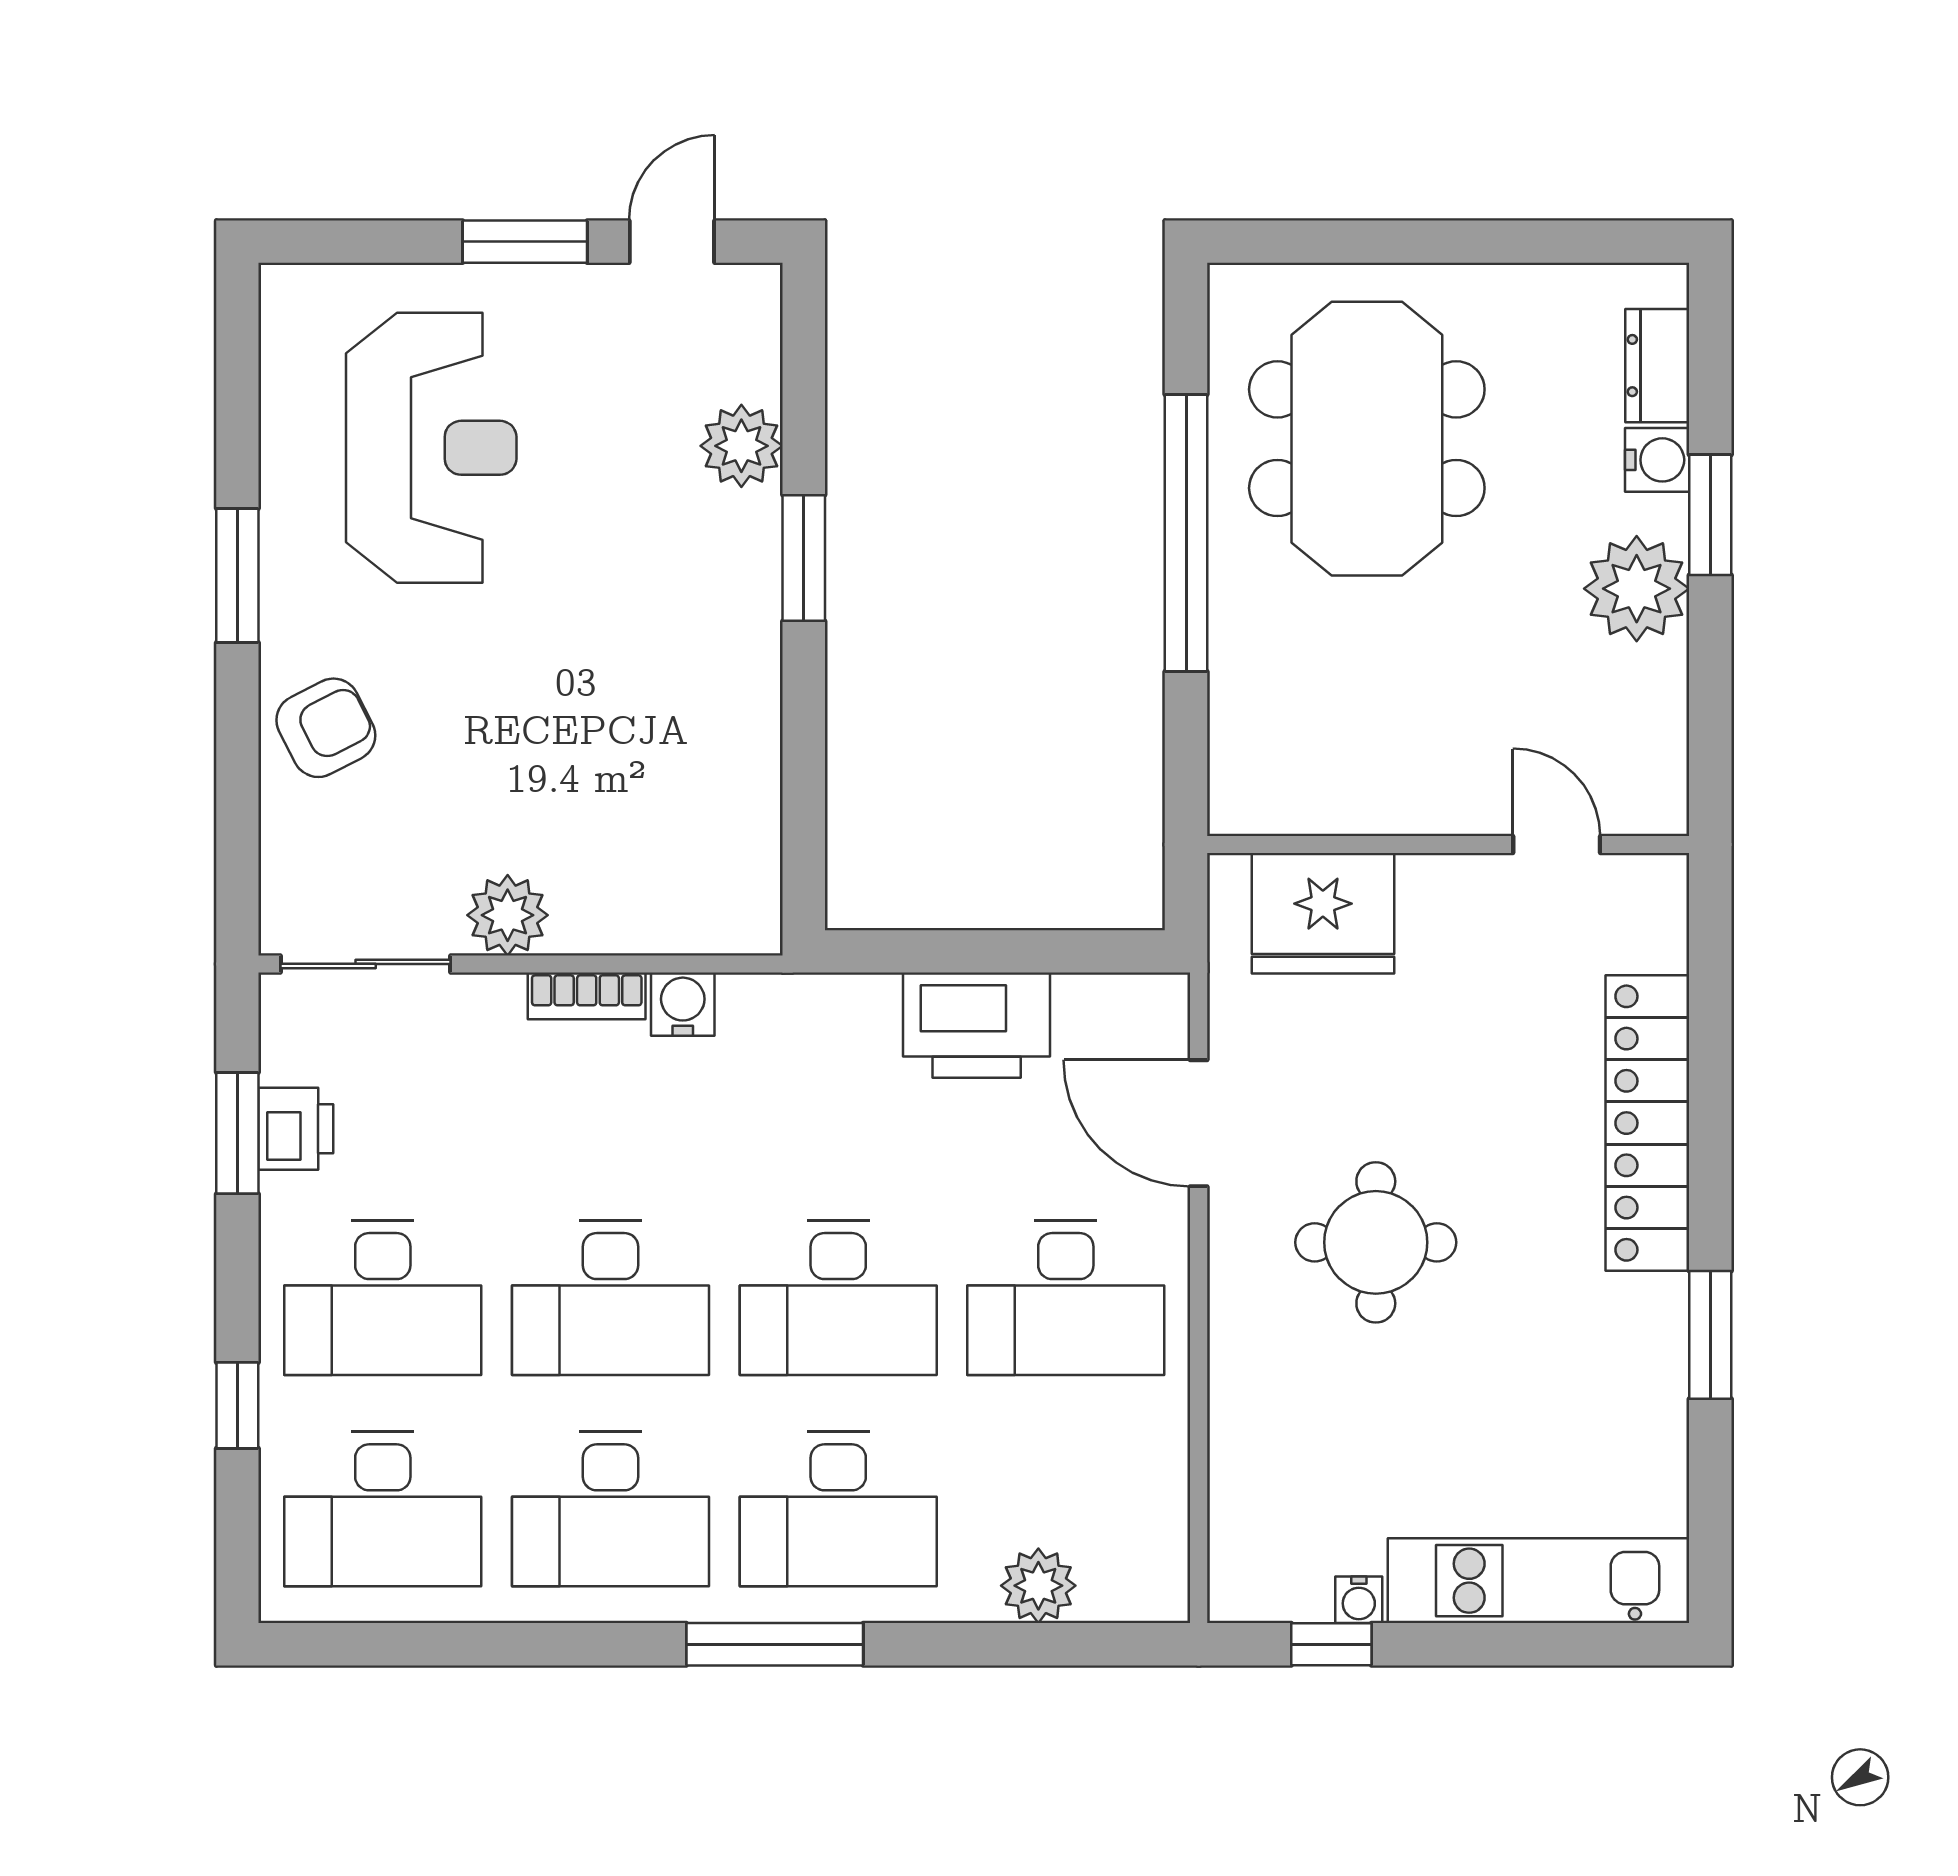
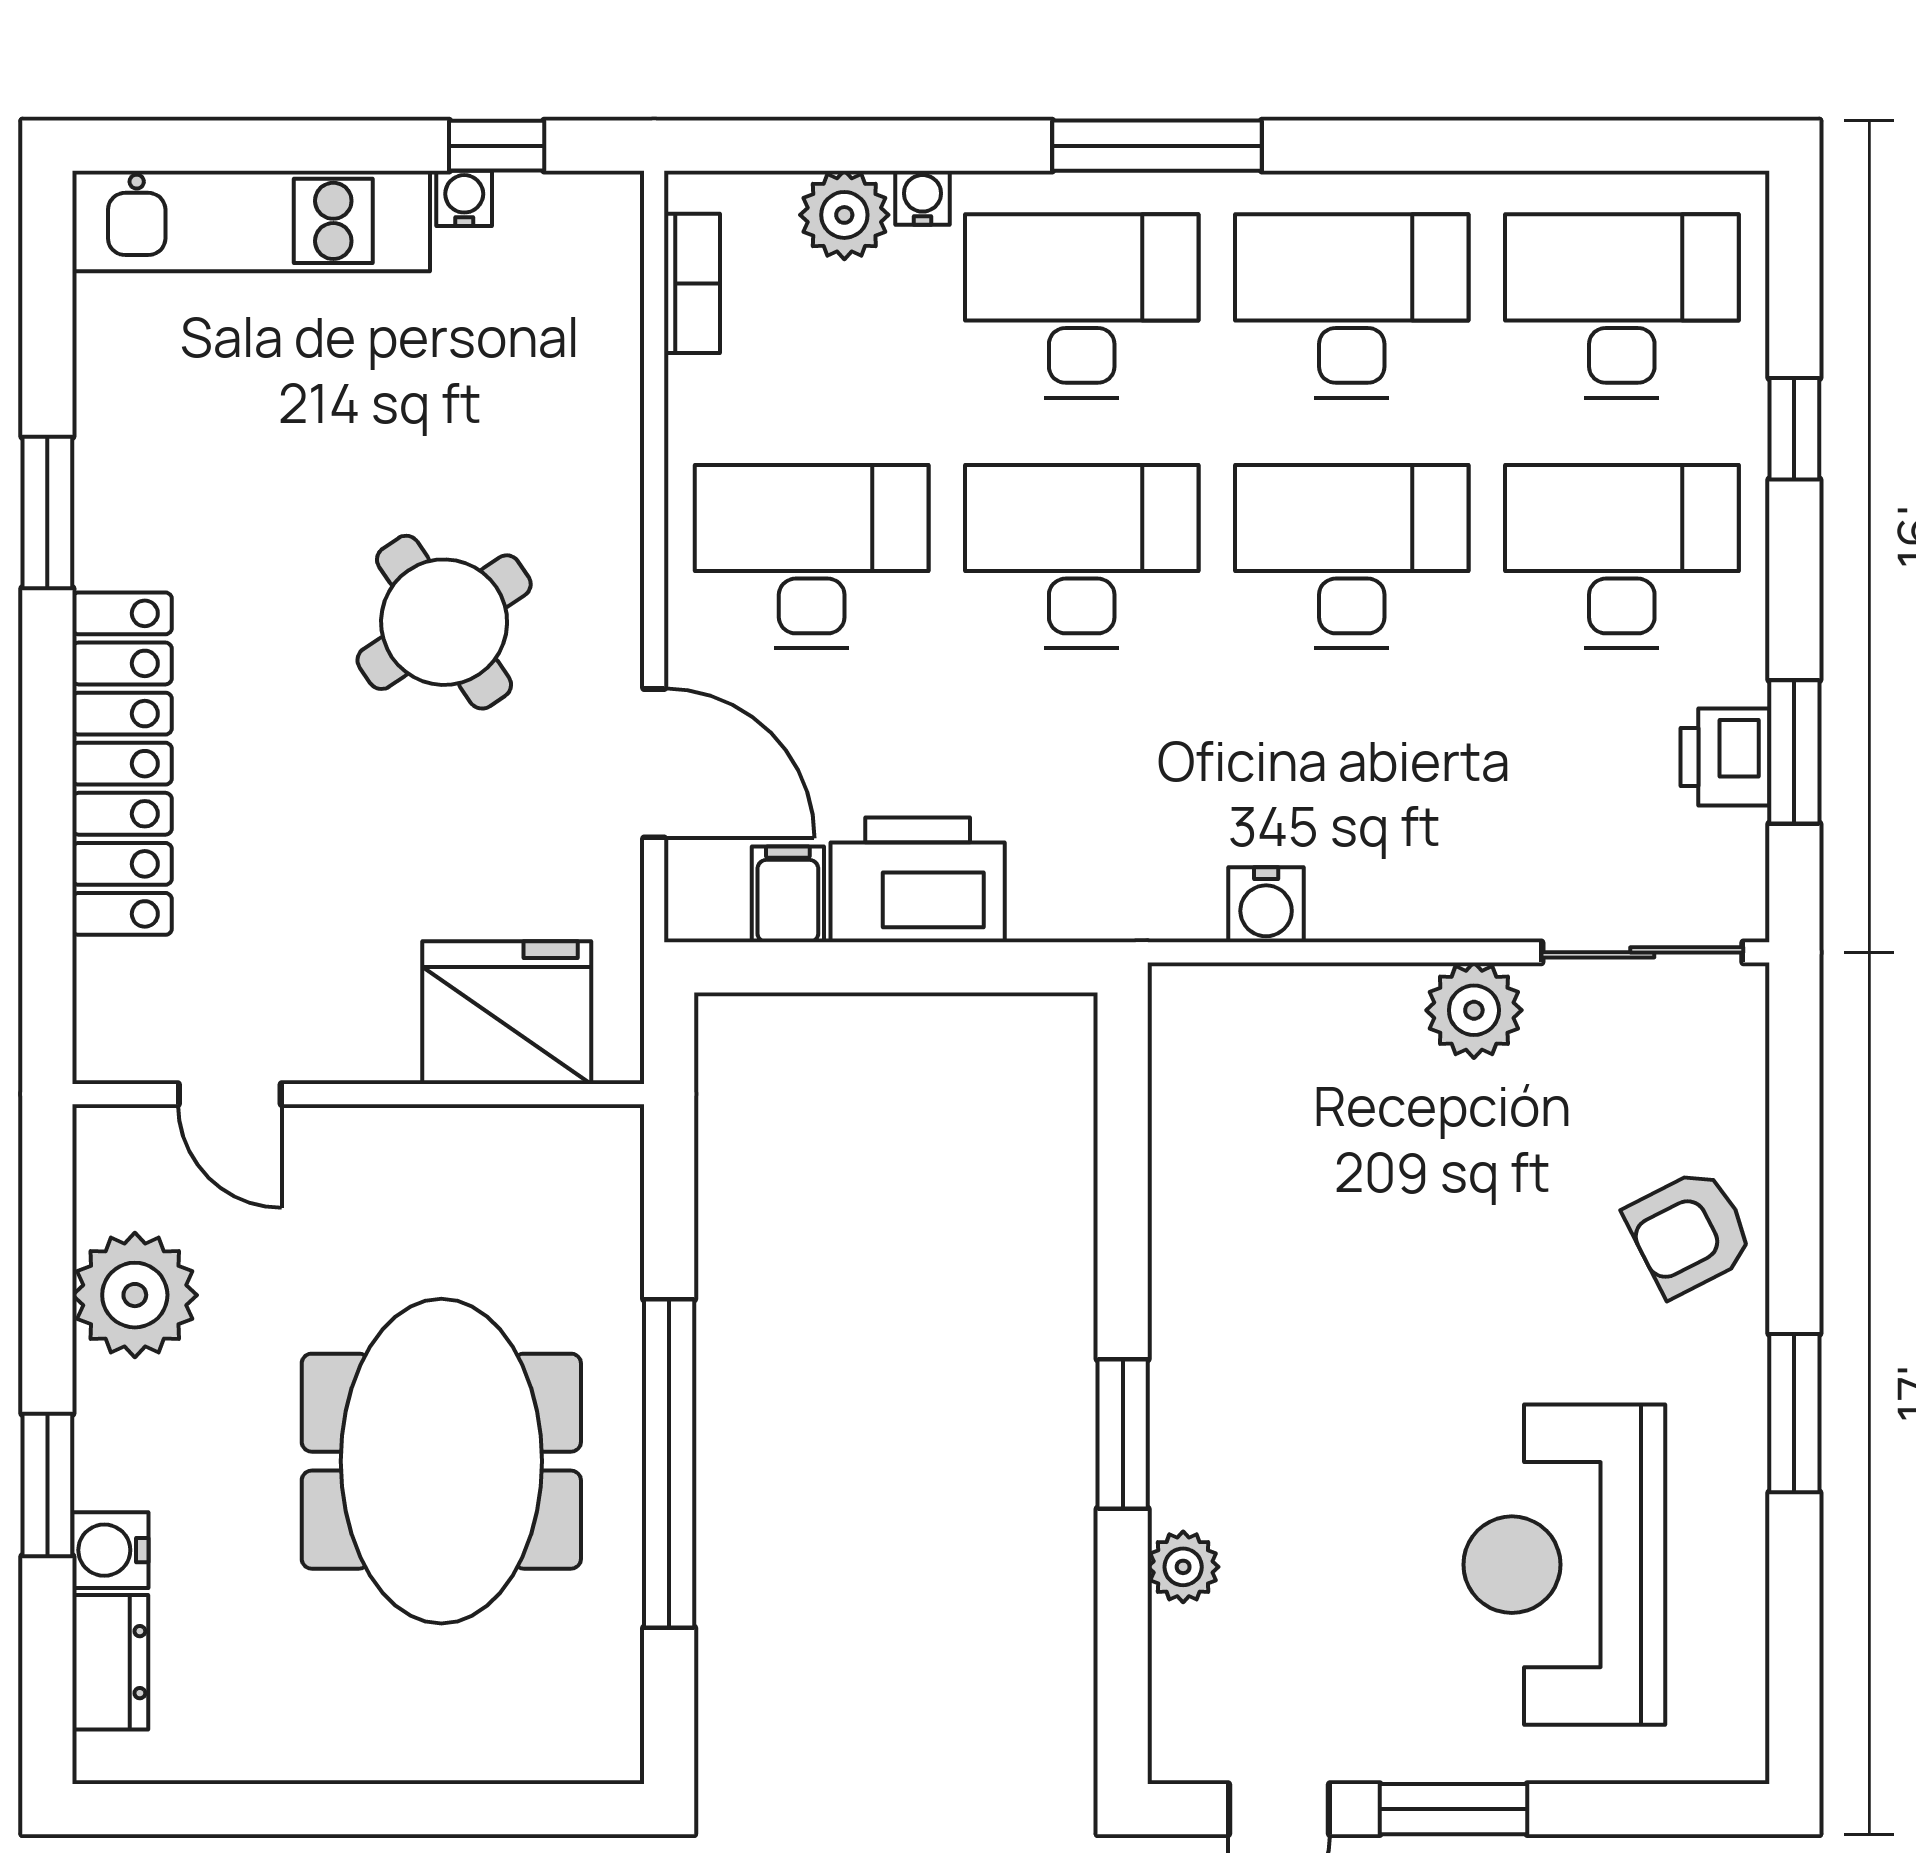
meeting table: (1367, 439) -> (441, 1461), moved
plant: (741, 446) -> (1183, 1567), width x0.73, depth x0.73
plant: (1637, 589) -> (135, 1295), moved
bookcase: (587, 996) -> (692, 283), moved, turned 90
filing cabinet: (1086, 1013) -> (788, 894), added
round table: (1376, 1242) -> (444, 622), turned -34
water cooler: (972, 1600) -> (922, 198), added

